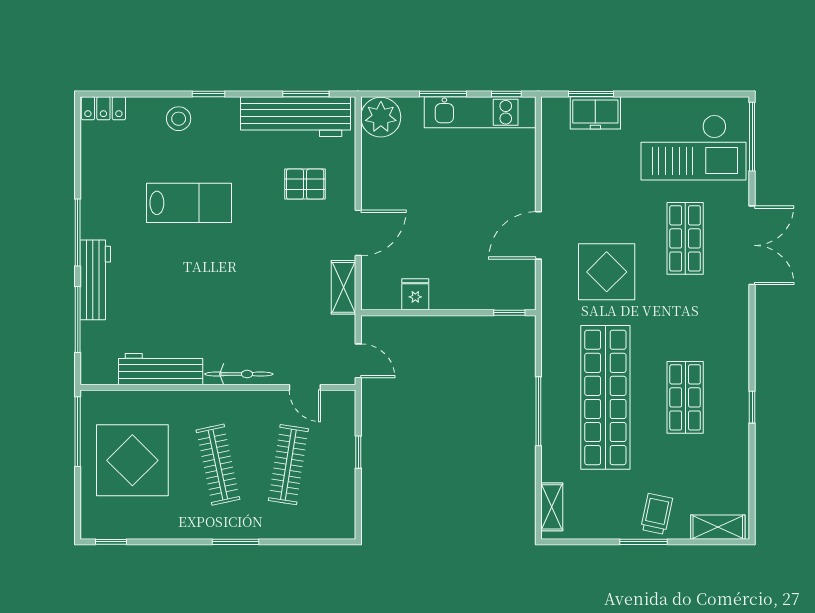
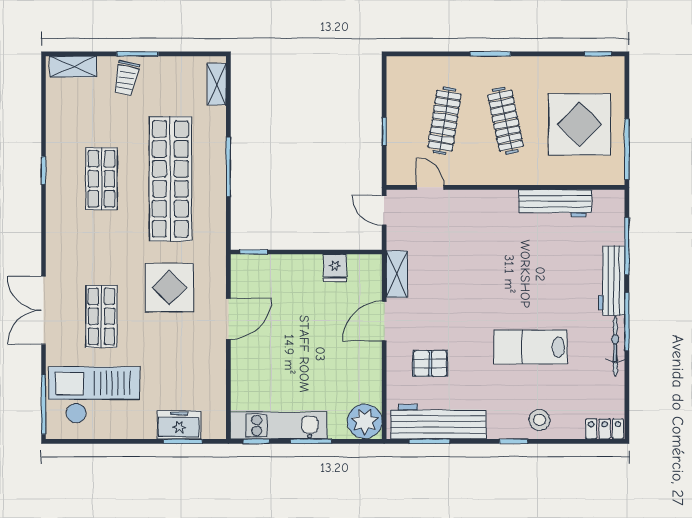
bicycle: (239, 374) -> (615, 346), moved, turned 90

